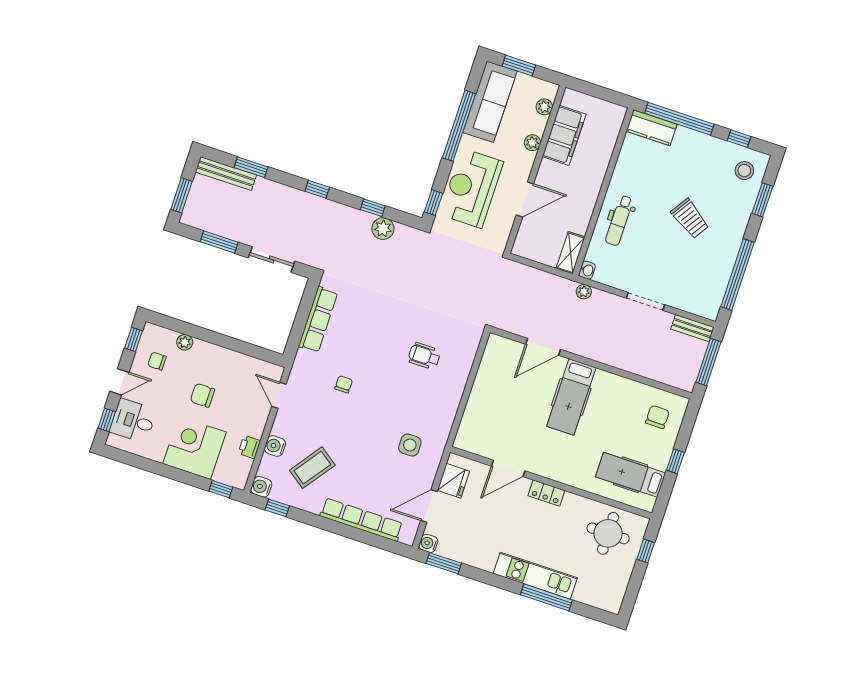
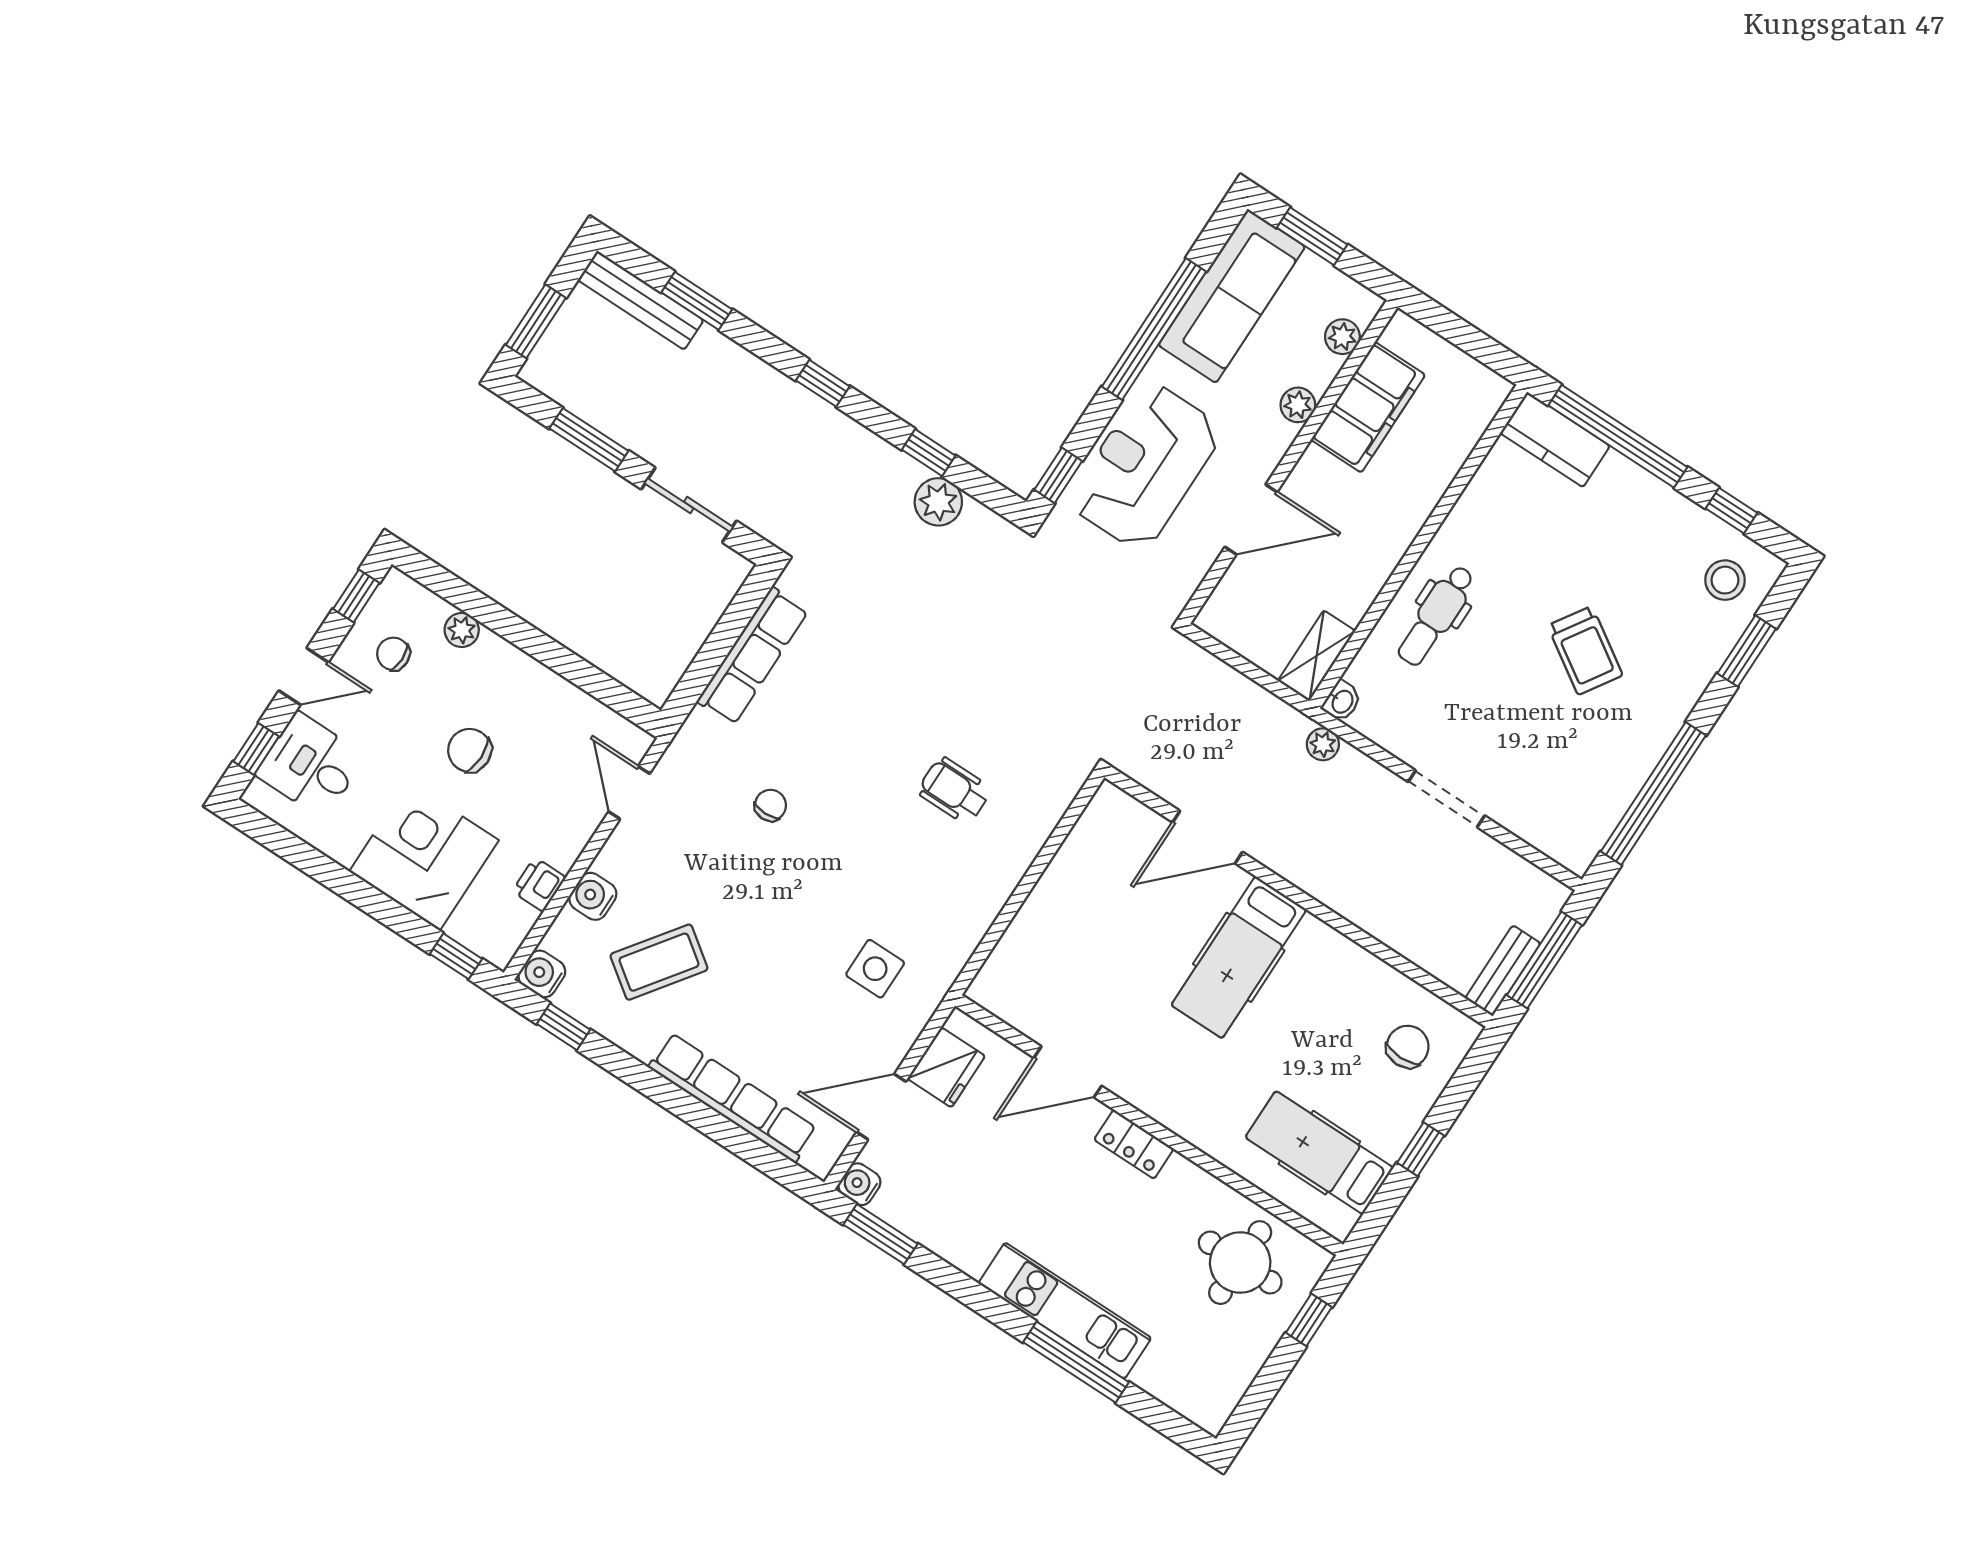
bench: (692, 328) -> (1503, 971), moved, turned 90

